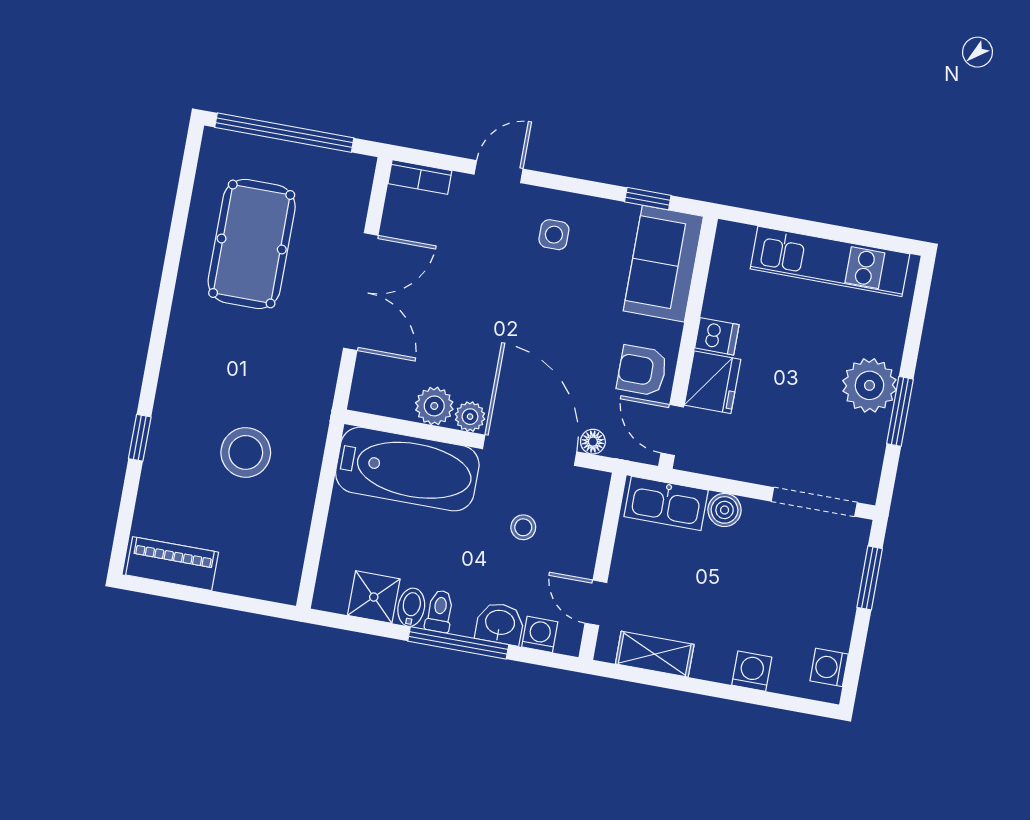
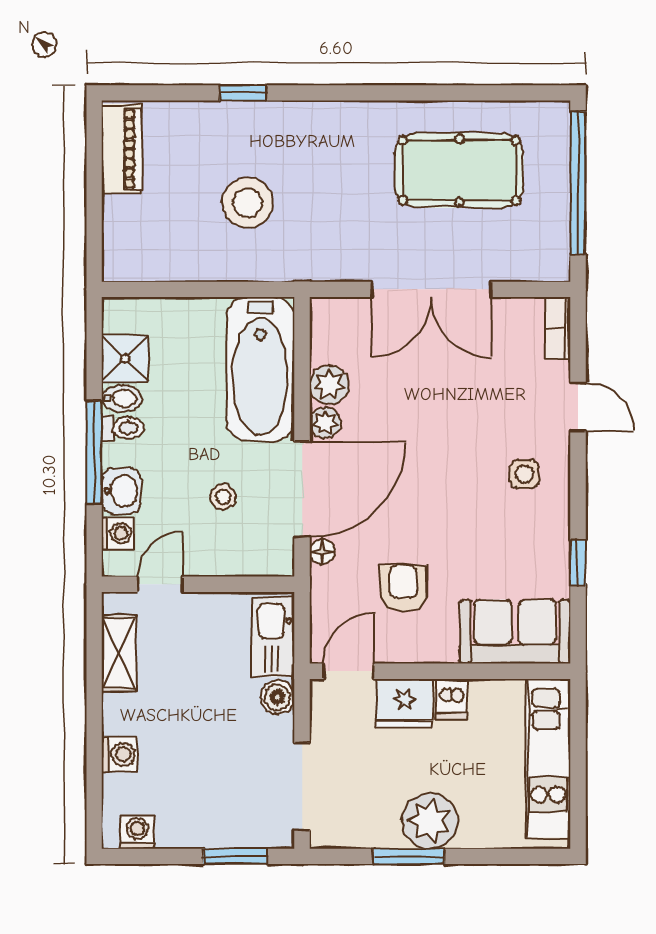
sofa: (663, 264) -> (515, 632), moved
dishwasher: (717, 336) -> (452, 699), moved
wall: (688, 342) -> (440, 671), moved
fridge: (712, 382) -> (404, 703), moved
door: (672, 430) -> (349, 671), moved

